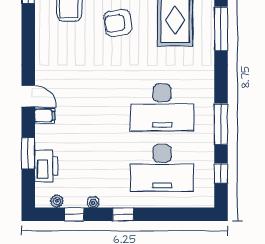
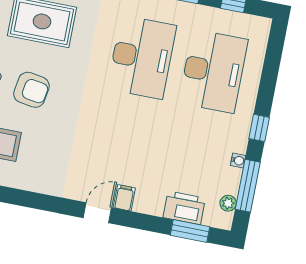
armchair: (118, 23) -> (31, 90), turned -72
window: (28, 153) -> (190, 231), moved
window: (74, 214) -> (248, 186), width x2.17

